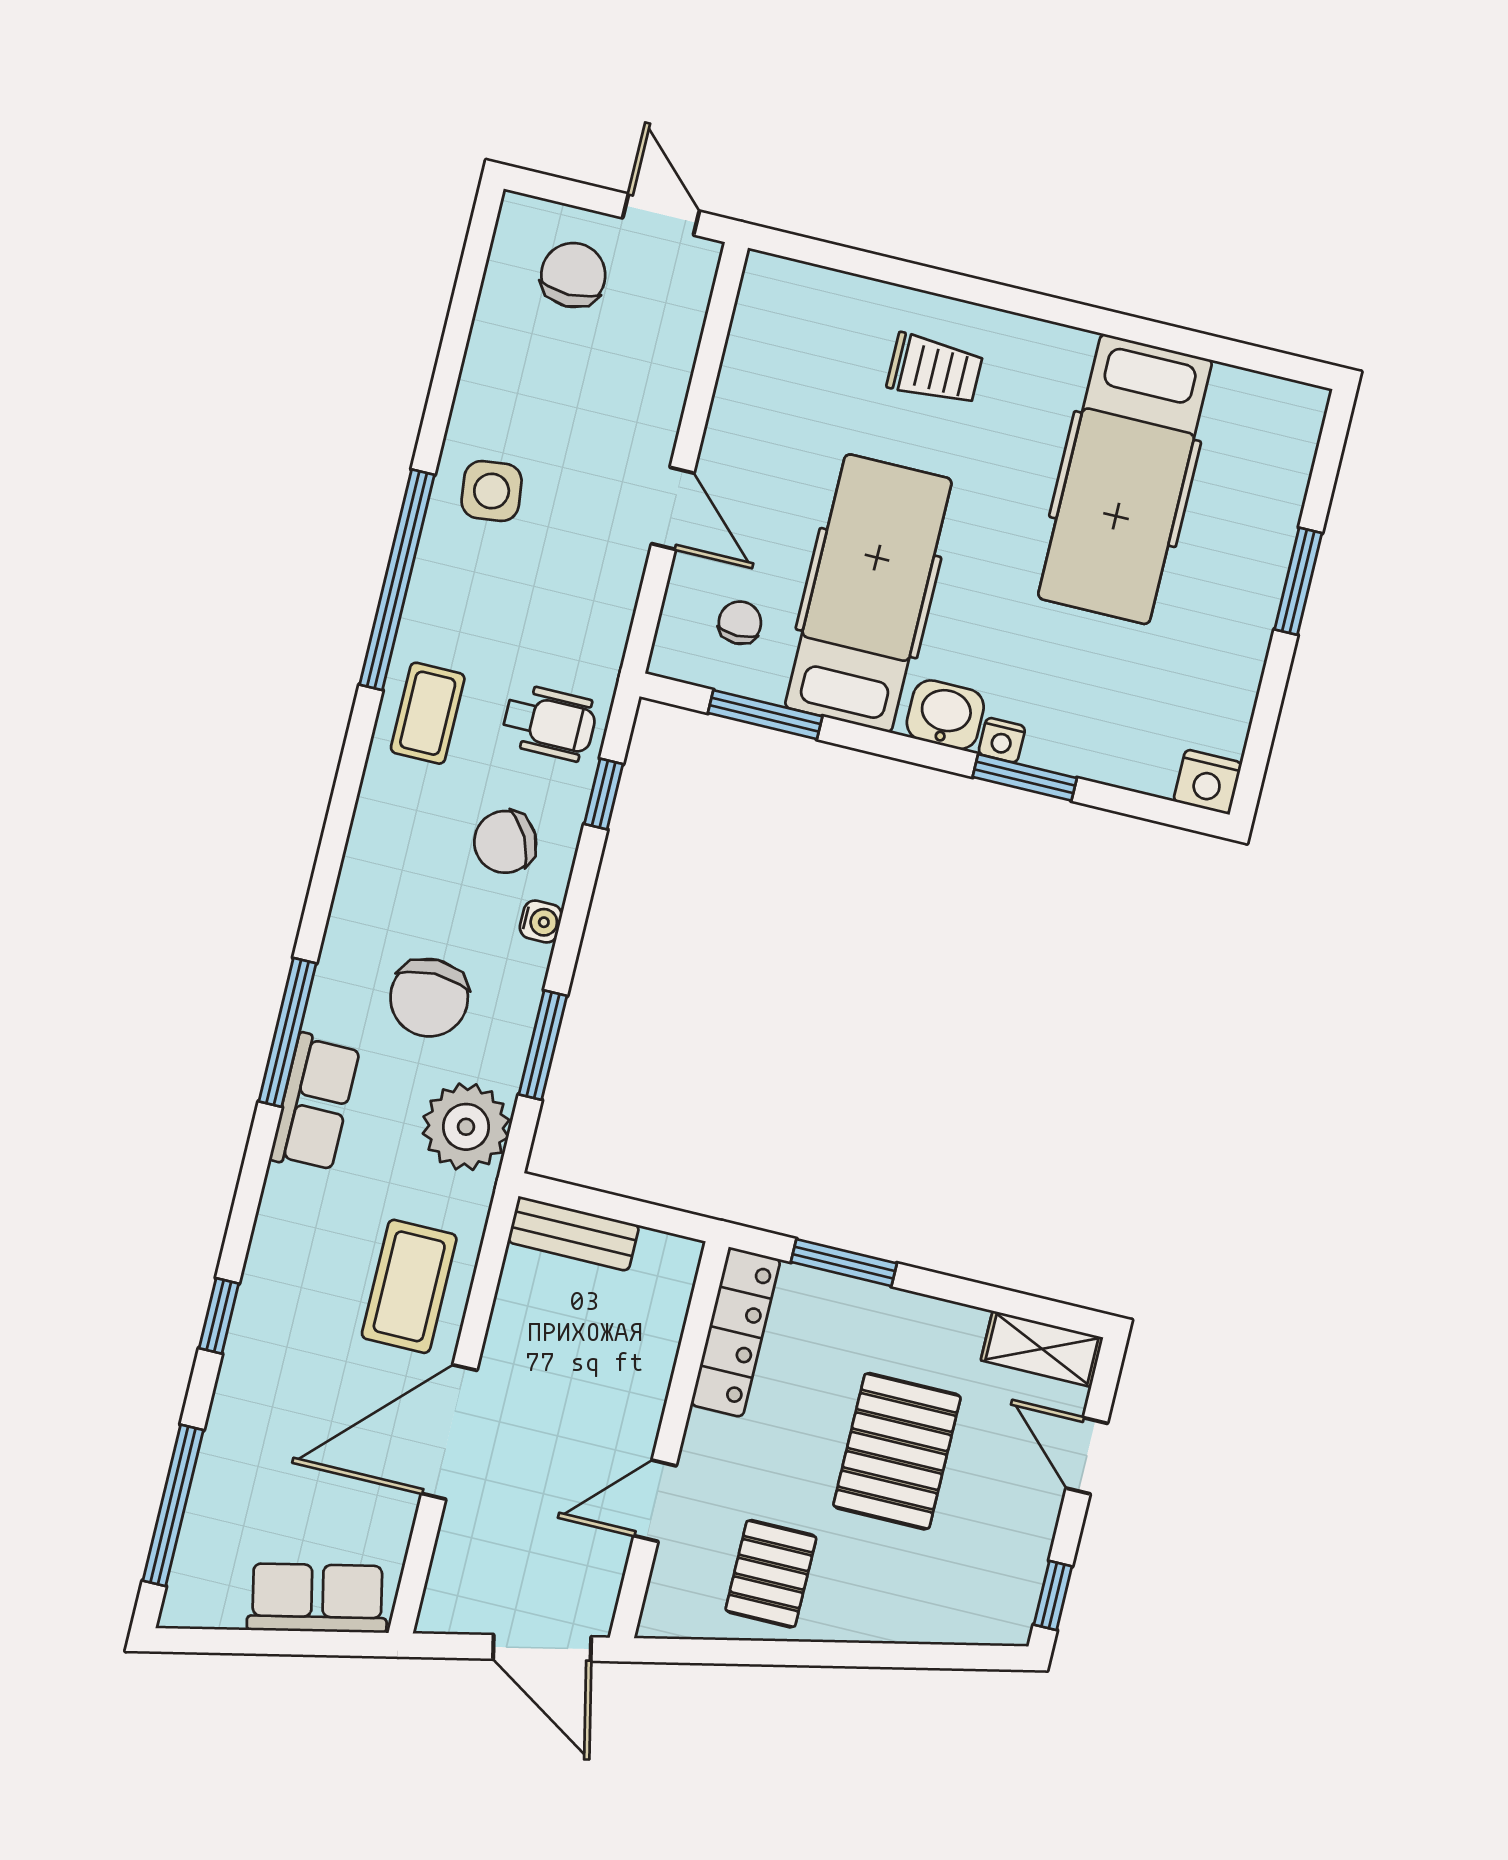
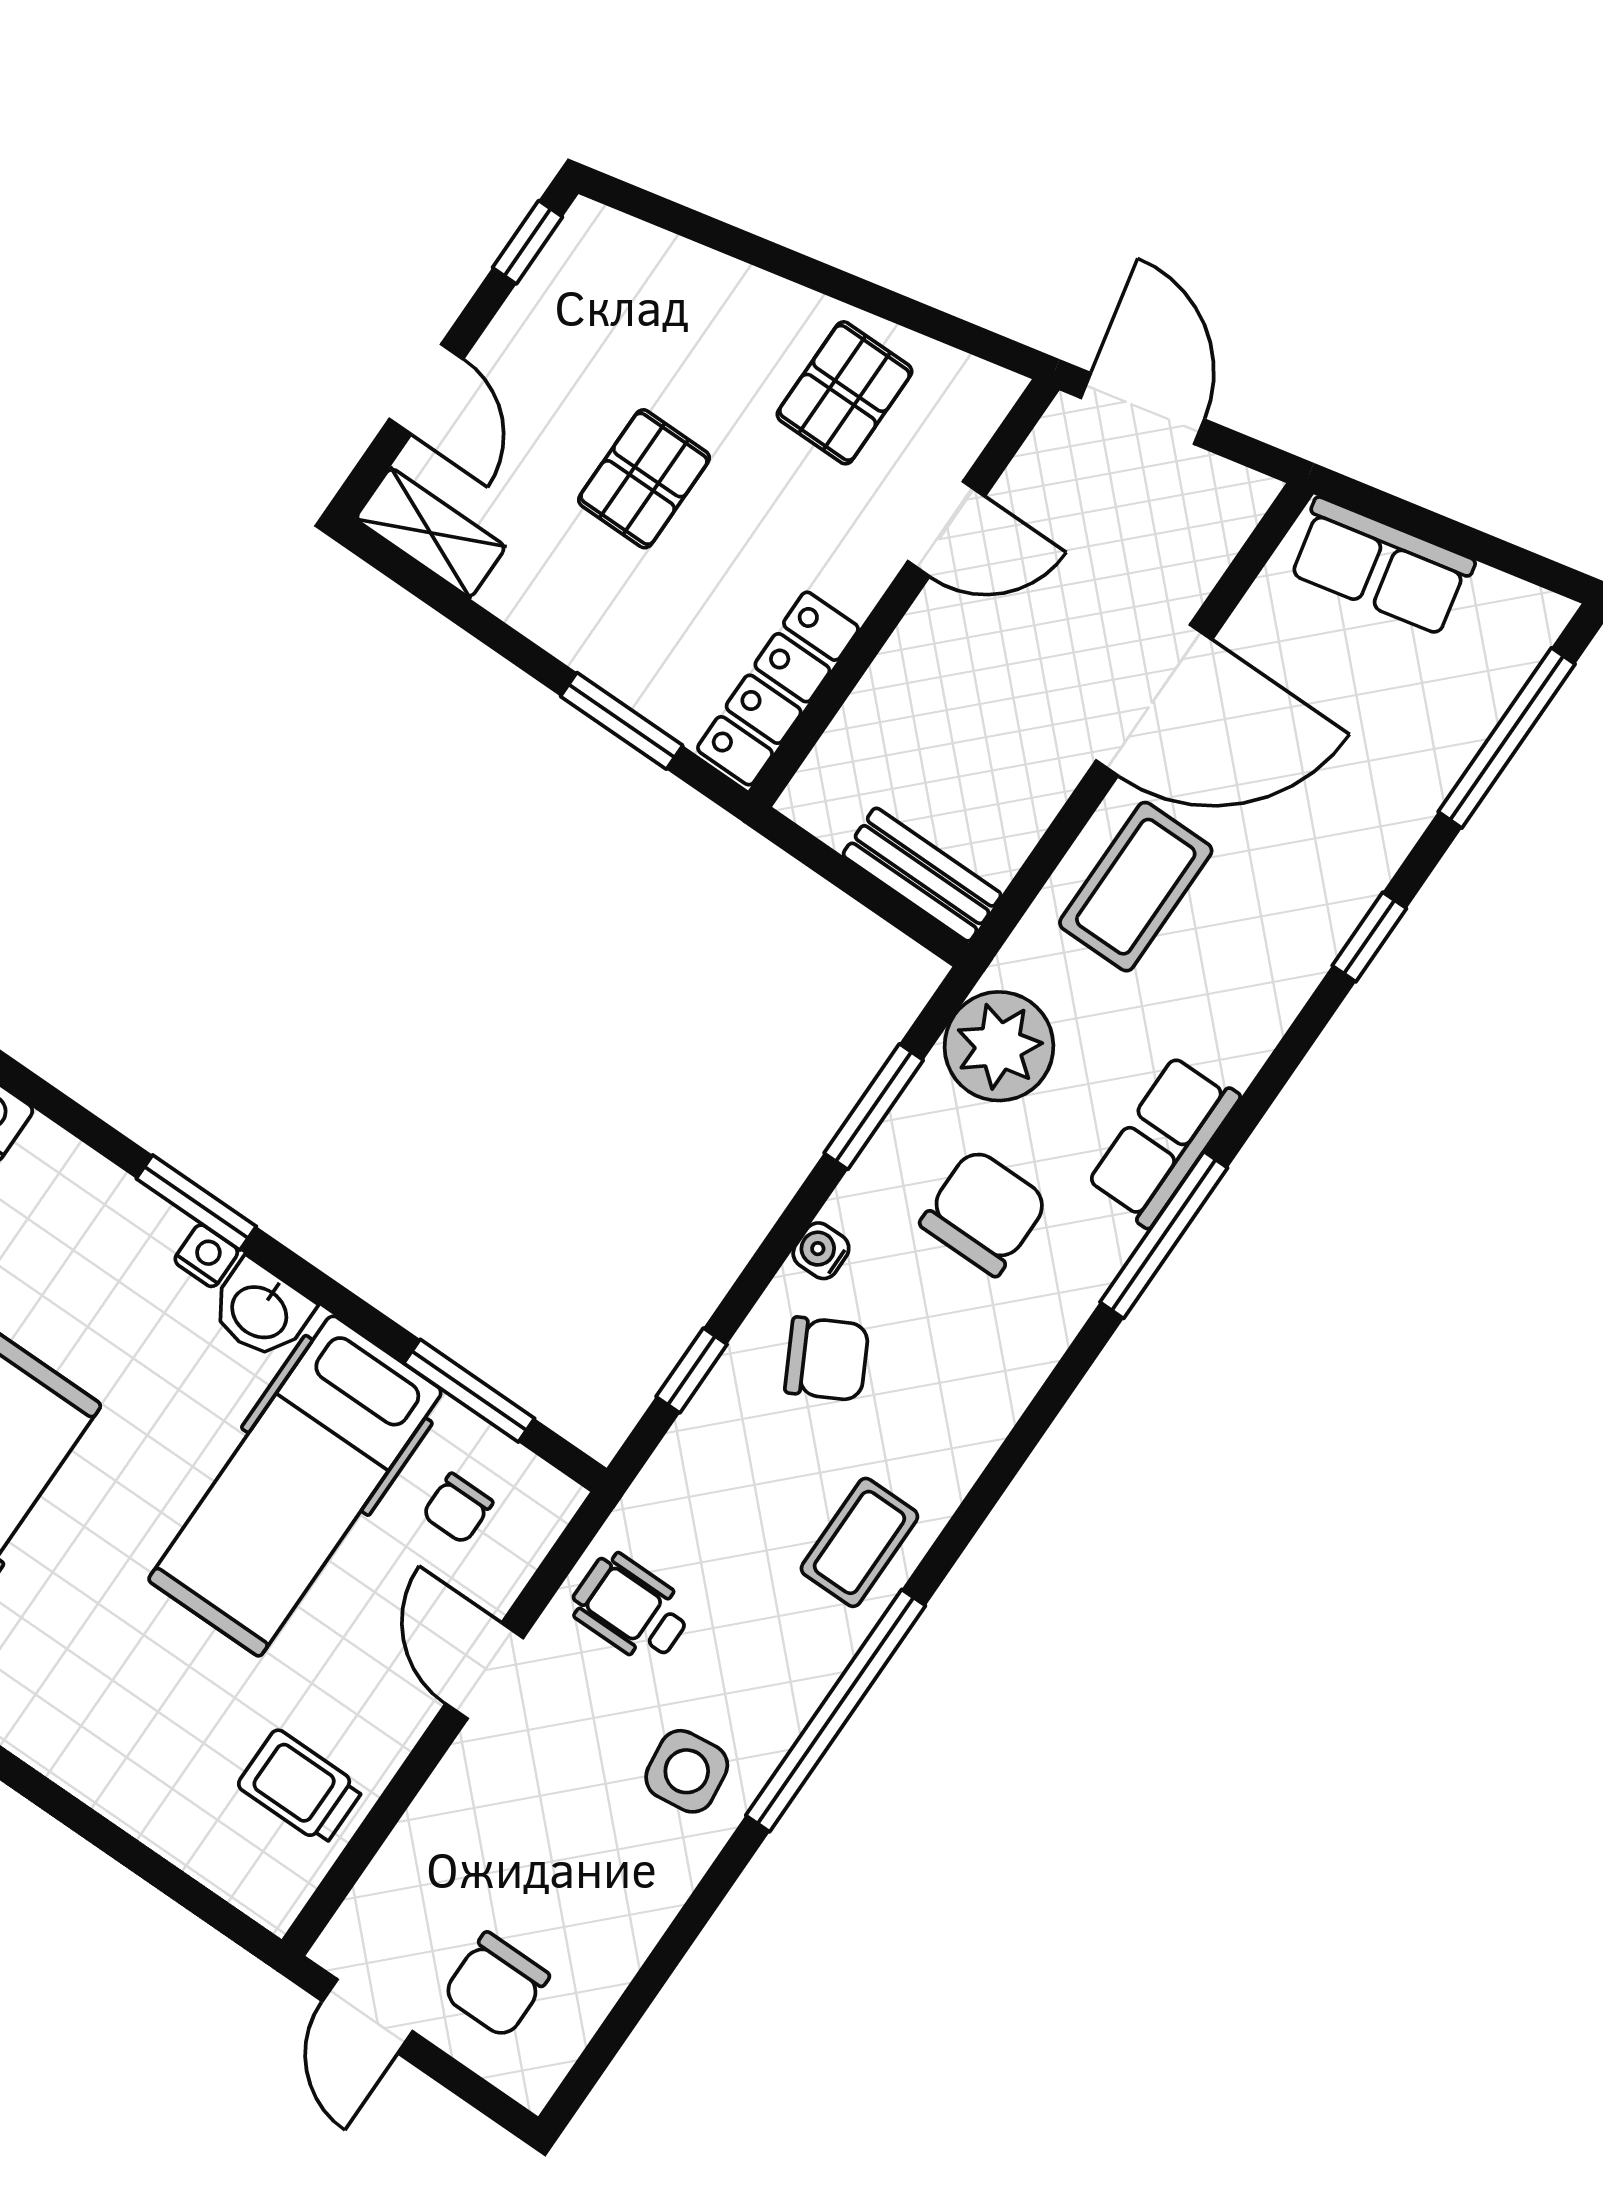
trolley: (935, 369) -> (300, 1787), moved
wheelchair: (549, 723) -> (631, 1609), moved
pallet: (897, 1451) -> (644, 479), width x0.67, depth x0.71

